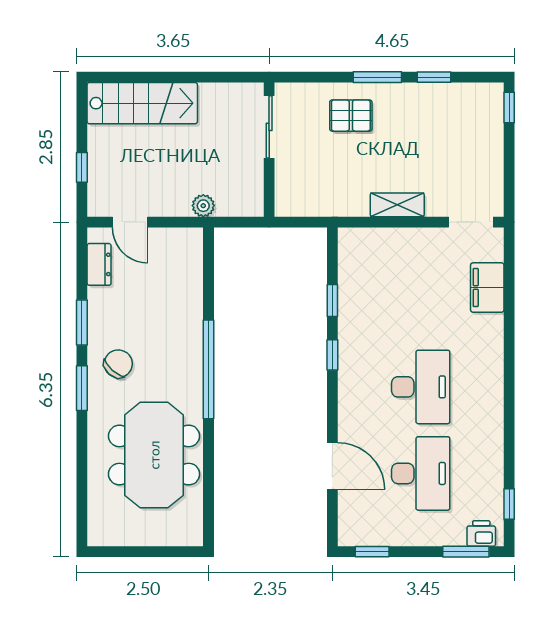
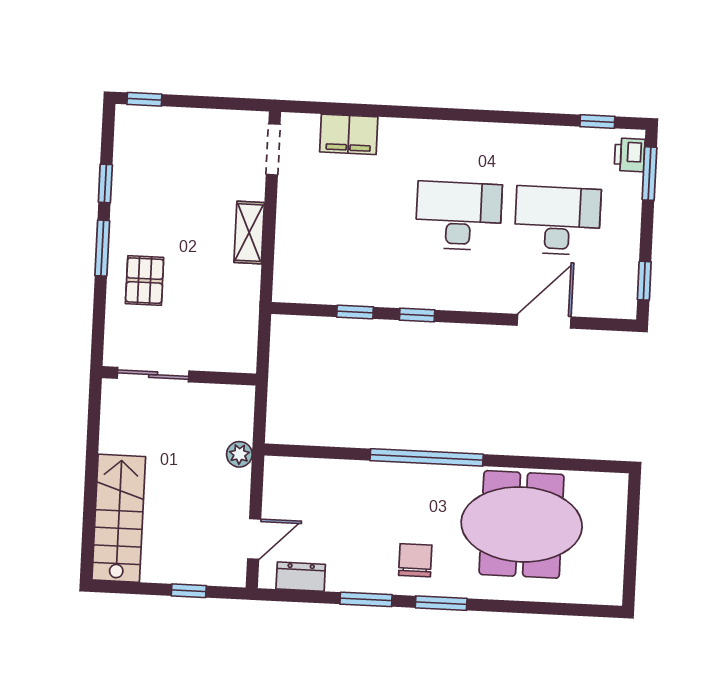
chair: (118, 364) -> (415, 560), turned 48

